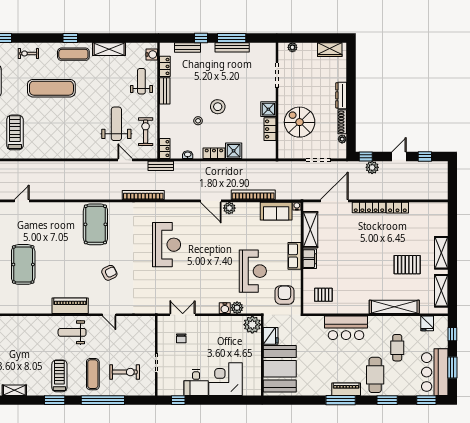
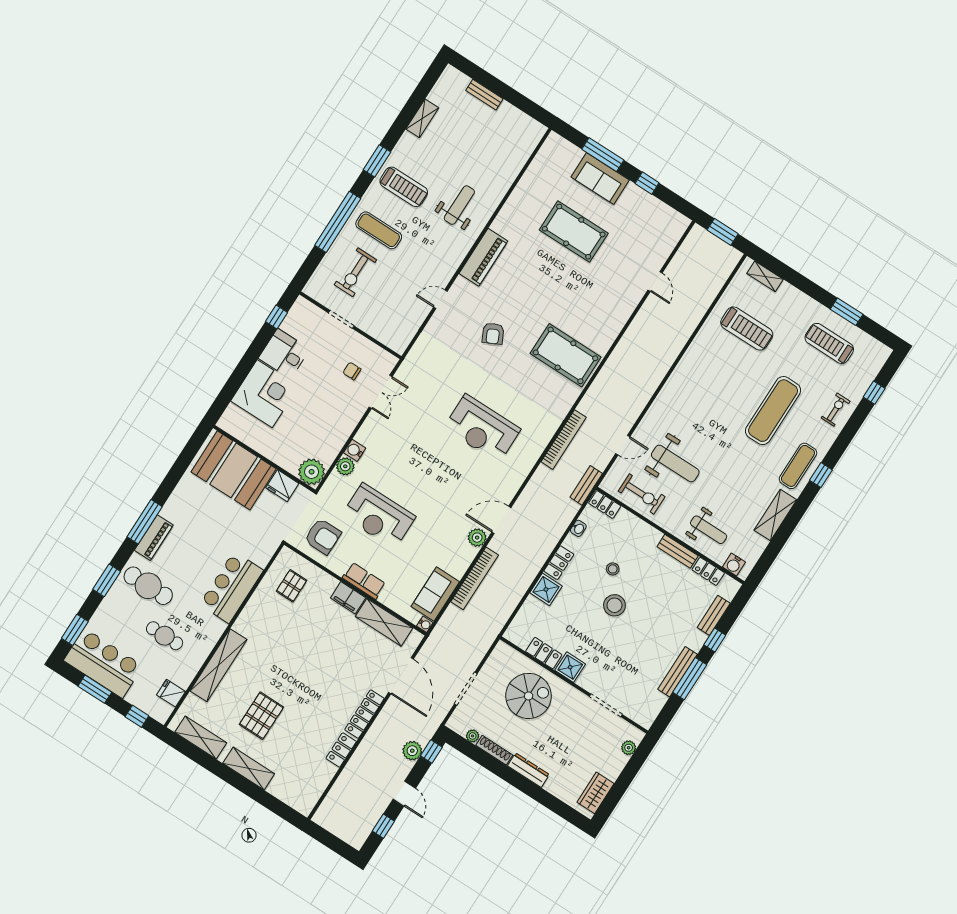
weight bench: (72, 332) -> (459, 205), moved

